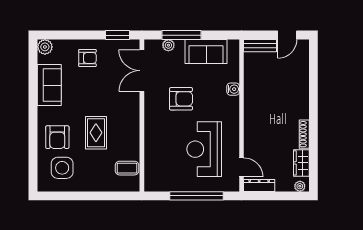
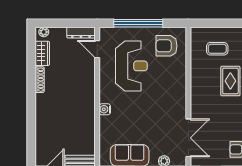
water cooler: (233, 89) -> (105, 109), moved
armchair: (181, 99) -> (167, 46), moved
coffee table: (127, 168) -> (217, 49), moved

